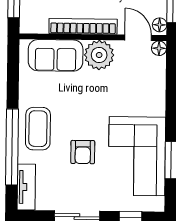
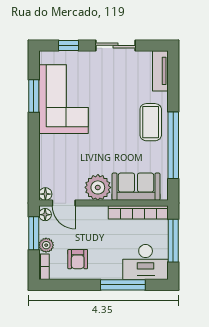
bookcase: (83, 26) -> (138, 212), moved
window: (12, 147) -> (173, 145), moved
armchair: (83, 152) -> (111, 102), removed

